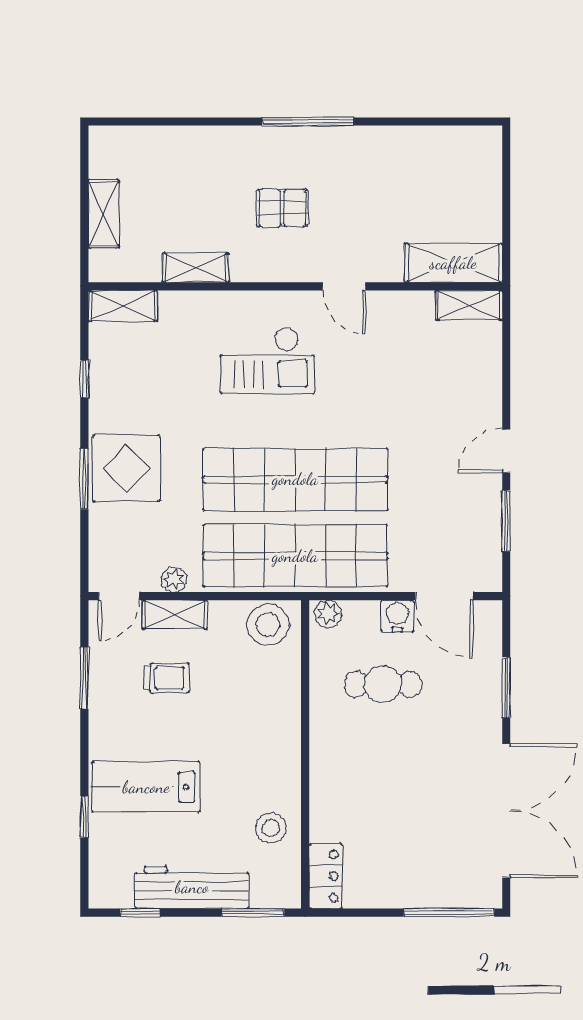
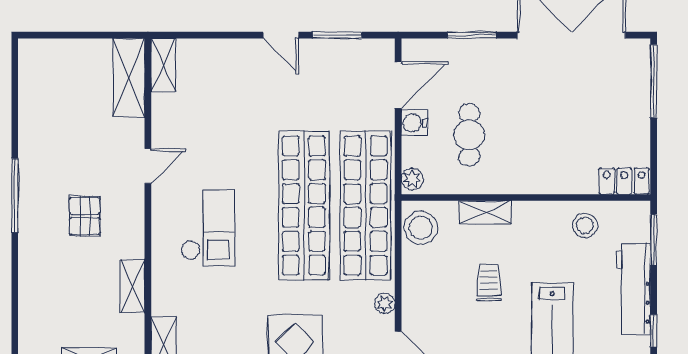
shelving: (175, 615) -> (485, 212), moved, turned 90
trolley: (166, 678) -> (489, 283), moved

